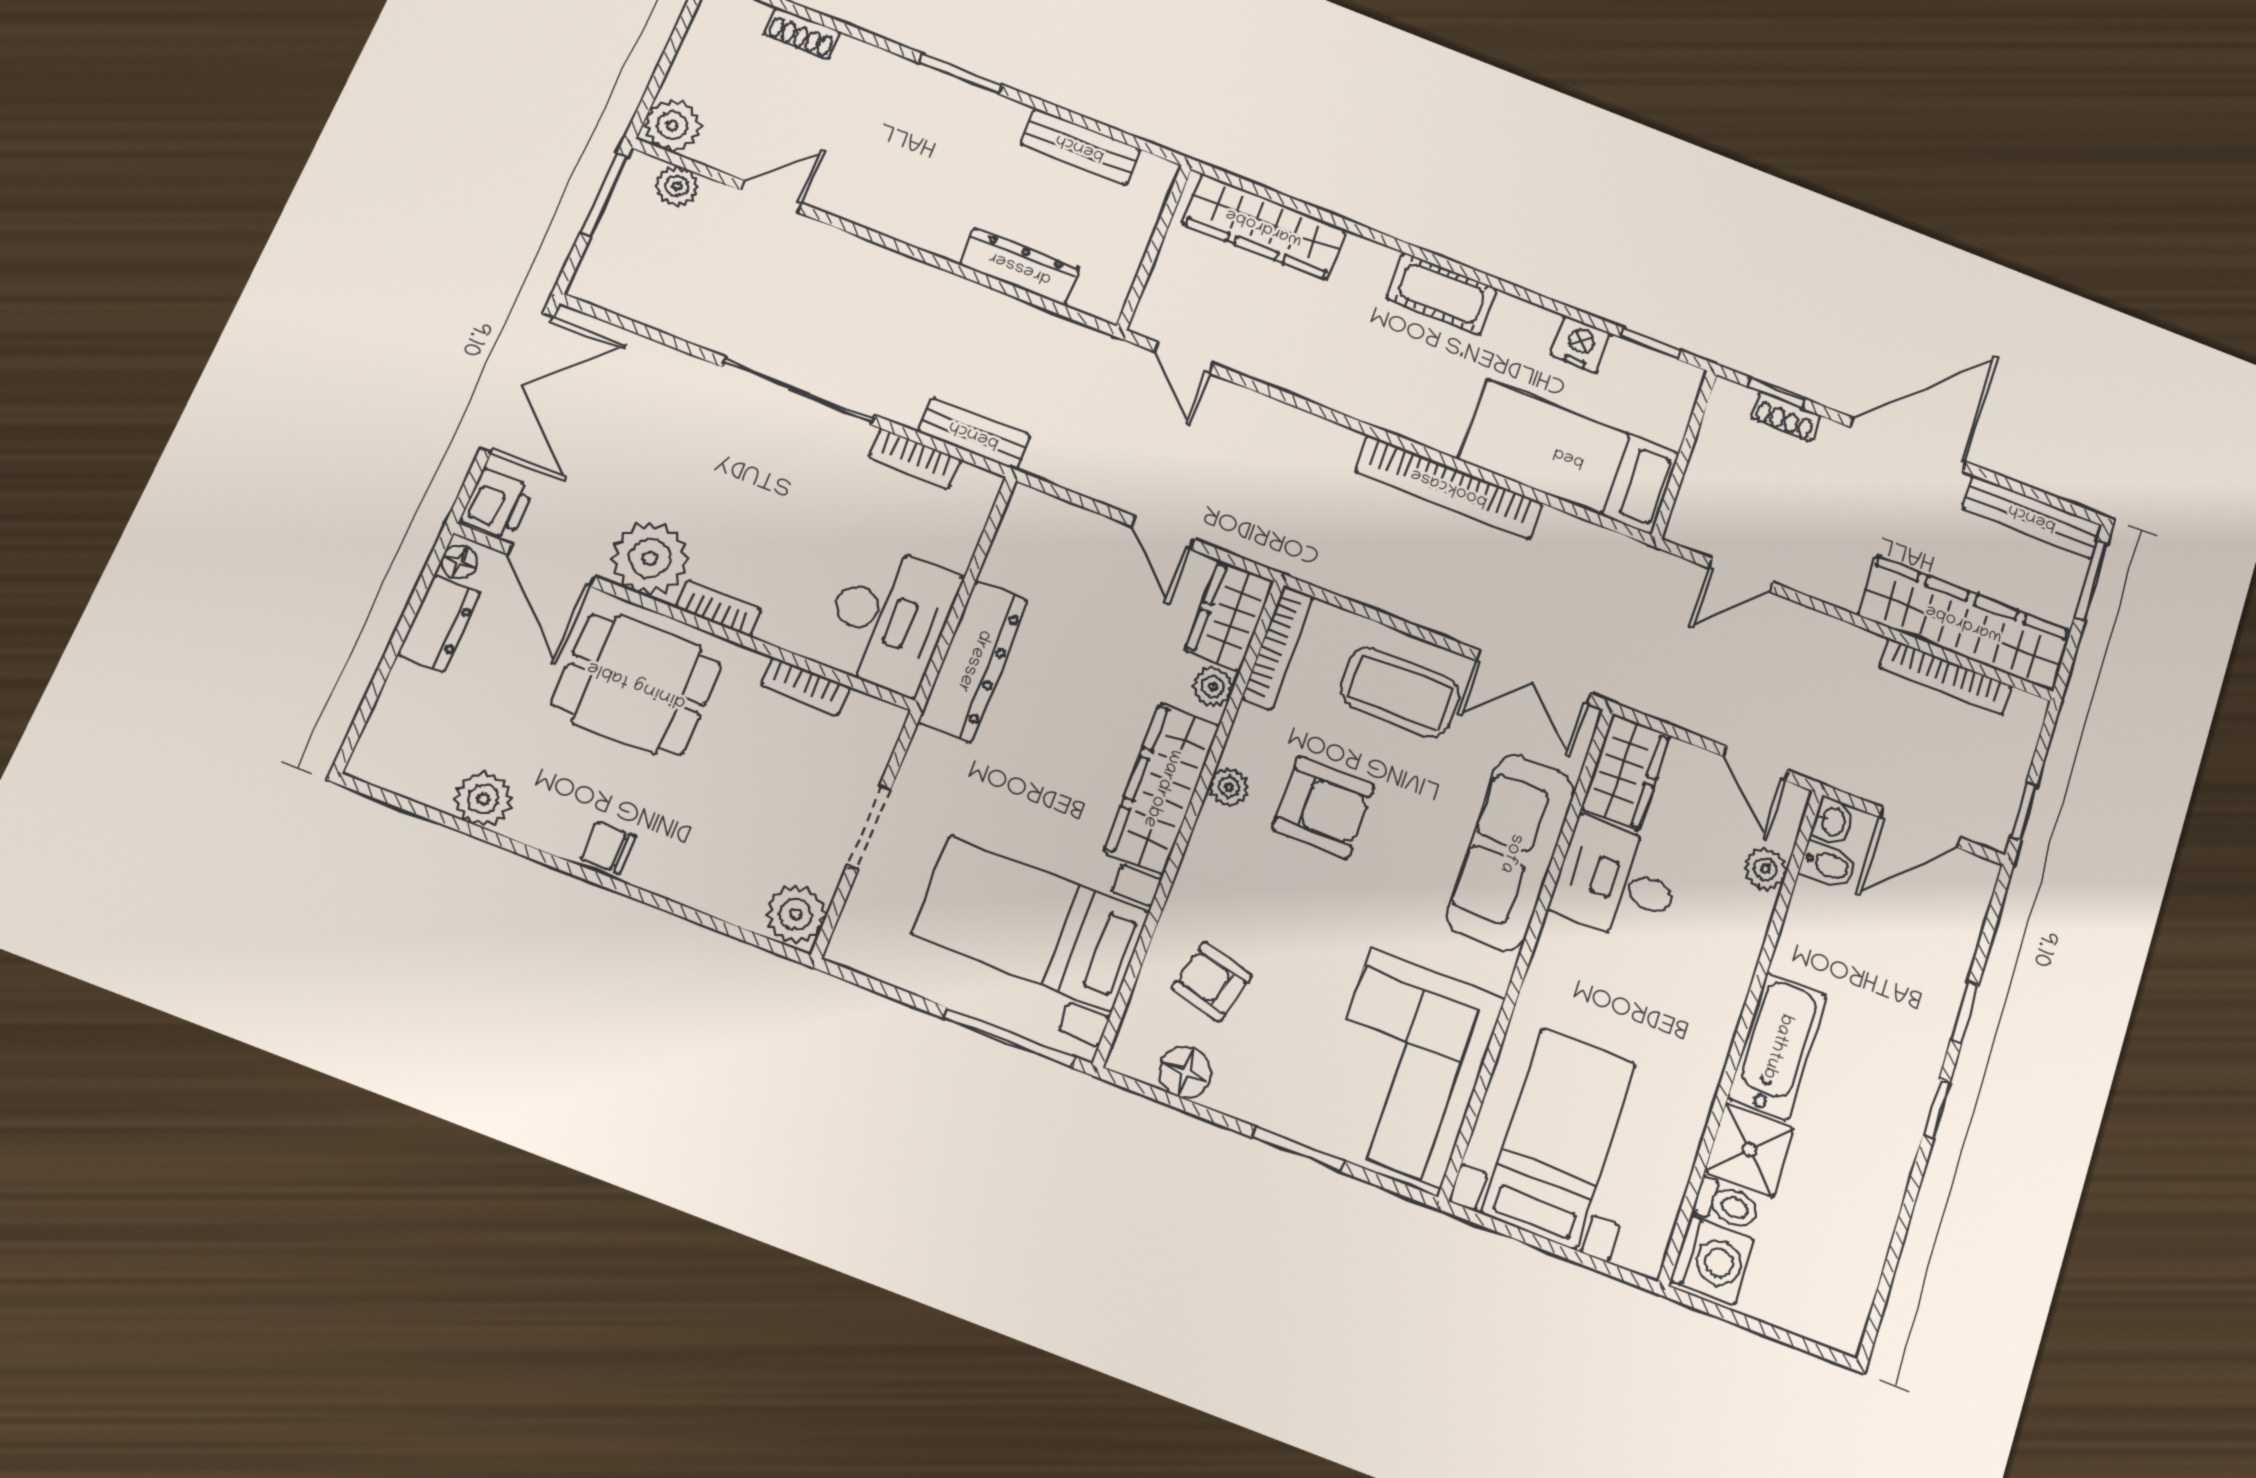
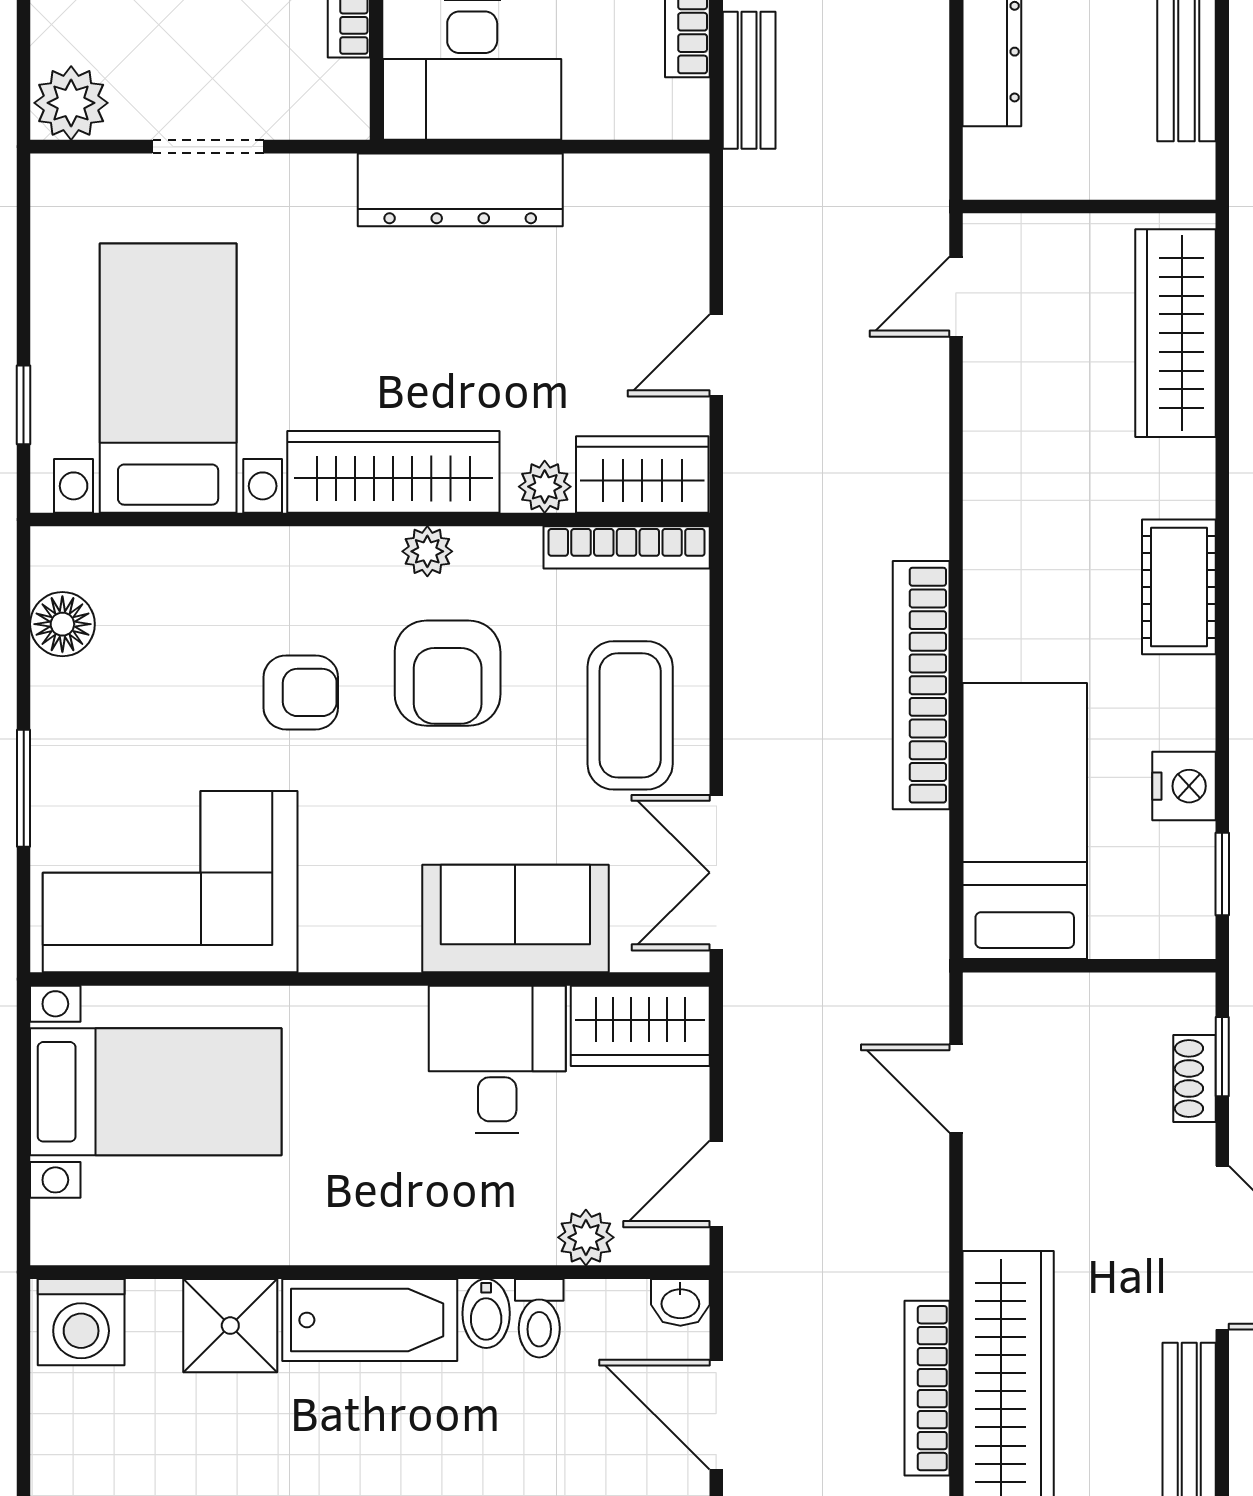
sofa: (1511, 853) -> (515, 919), width x0.73
bidet: (1828, 865) -> (486, 1313), moved
armchair: (1212, 982) -> (301, 692), moved, turned 76
window: (1009, 1037) -> (24, 405), width x0.46
toilet: (1727, 1204) -> (539, 1318), moved

